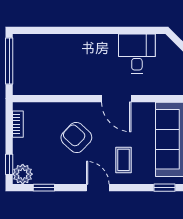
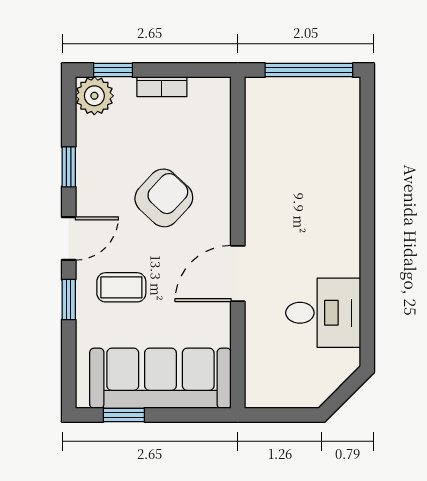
bookcase: (18, 124) -> (162, 87), moved
window: (44, 188) -> (69, 167), moved
window: (164, 188) -> (69, 300), moved

